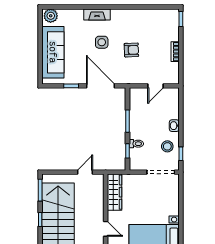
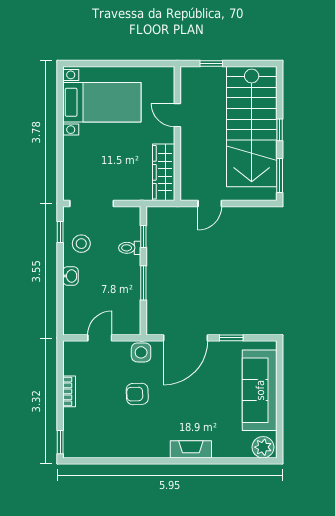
side table: (102, 42) -> (141, 352), moved
door: (100, 86) -> (185, 338), hinge flipped

